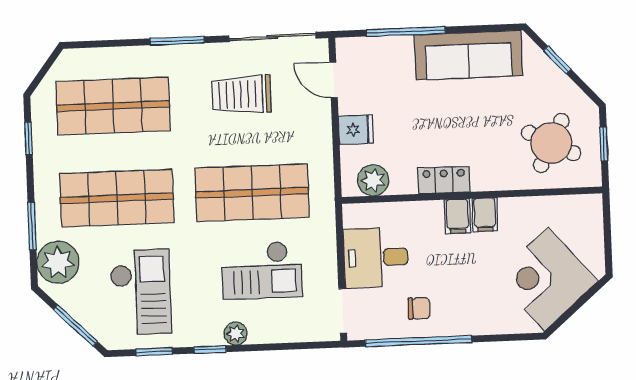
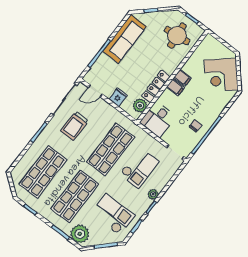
round table: (551, 143) -> (177, 36), turned -33
locker: (444, 180) -> (156, 86), width x1.53
desk: (376, 258) -> (158, 119), moved

